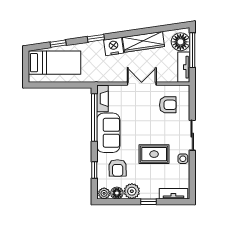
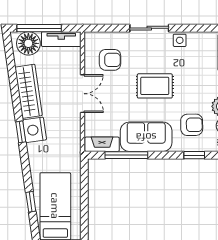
window: (96, 38) -> (21, 132), moved
double door: (142, 84) -> (82, 94), swing flipped
armchair: (168, 105) -> (110, 60), turned 90
window: (94, 118) -> (126, 155), width x0.68
rug: (154, 154) -> (155, 86), moved, turned 90

